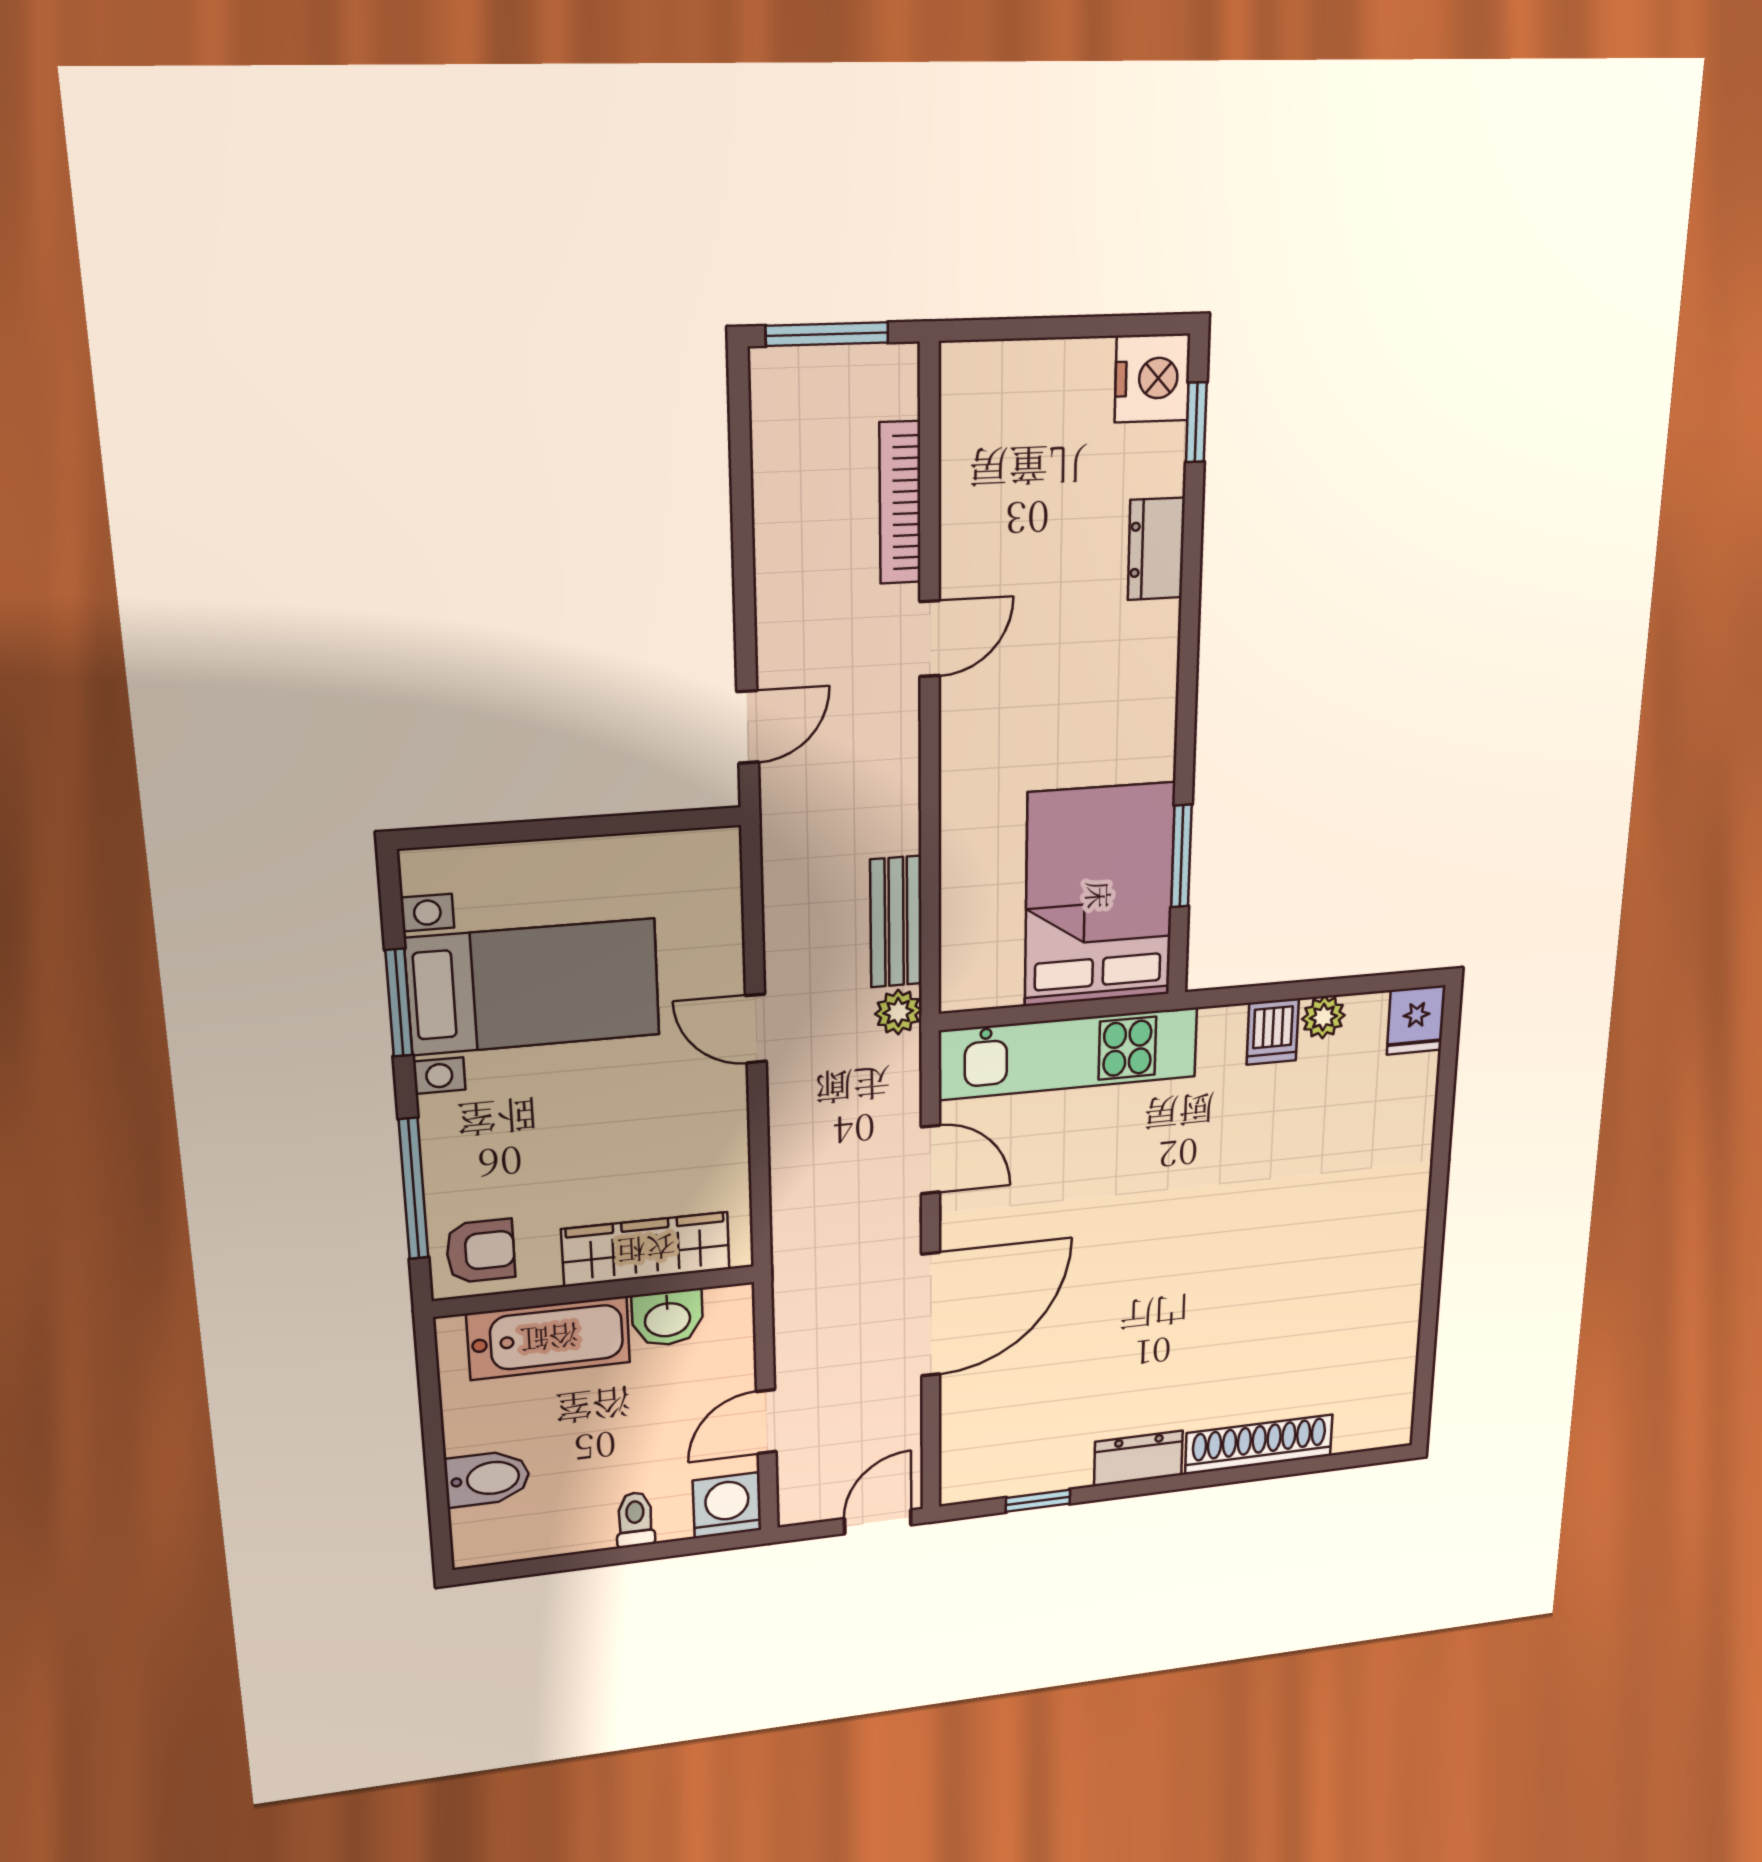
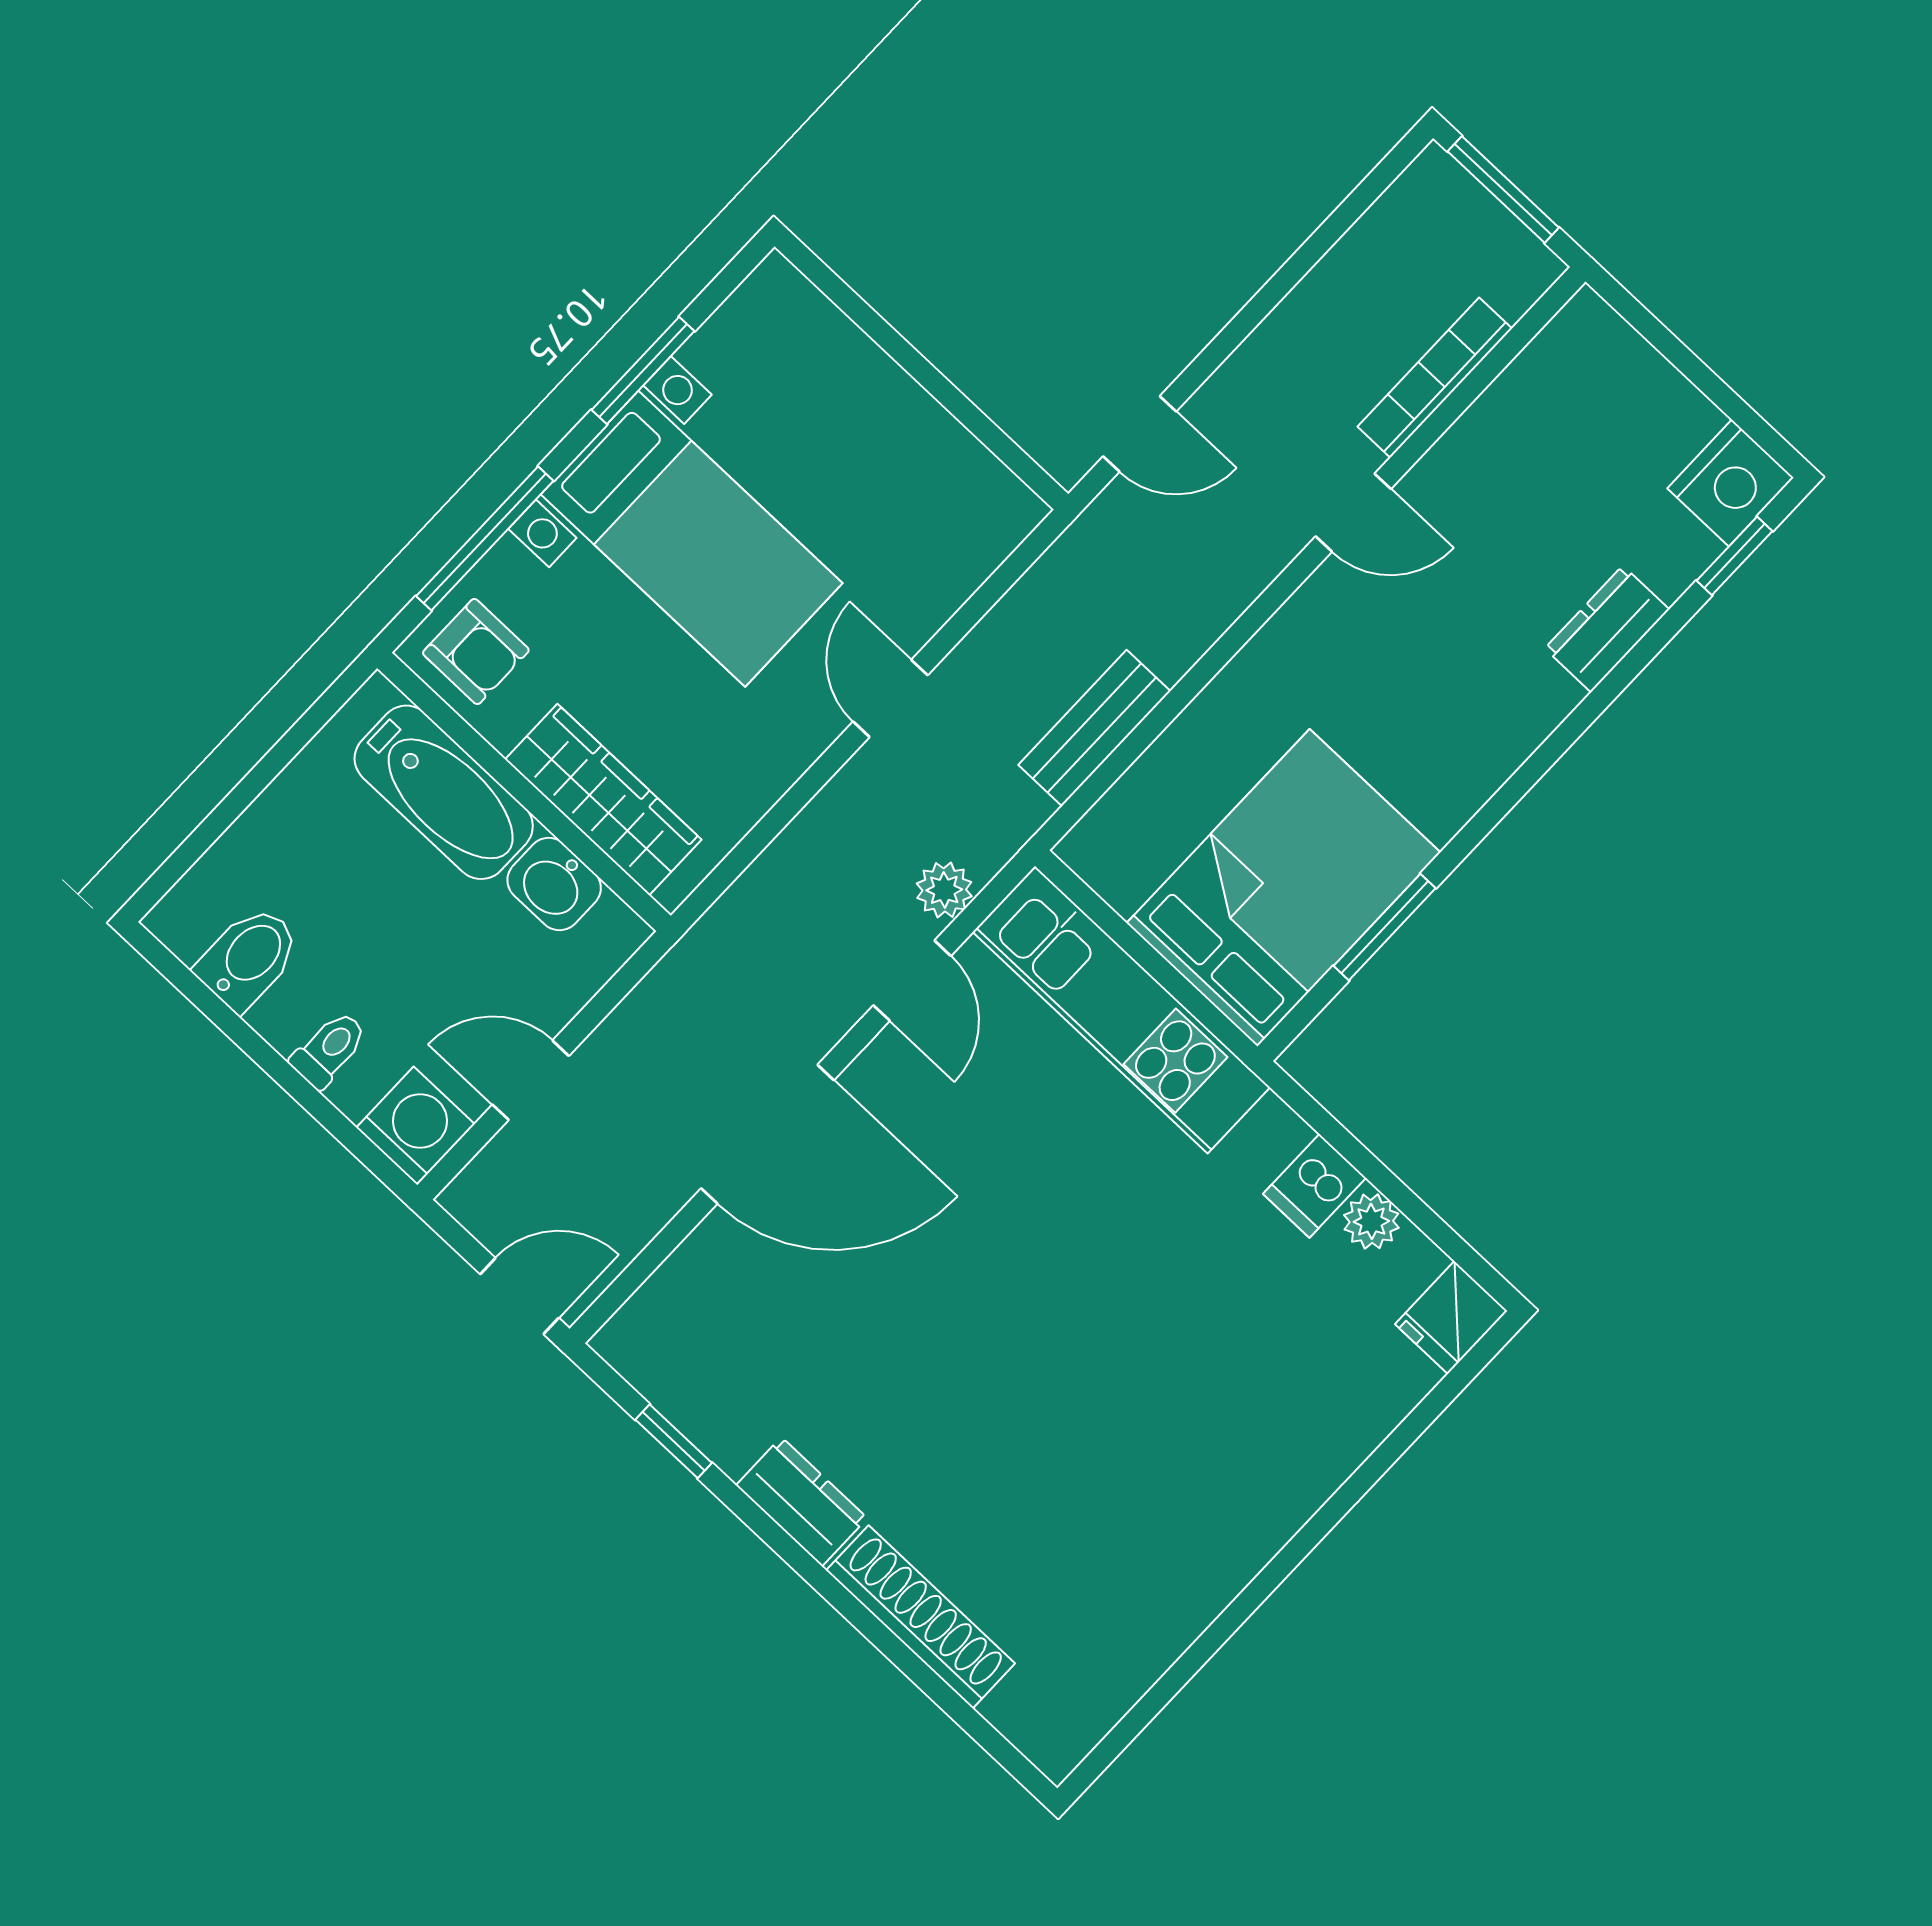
bed with nightstands: (534, 987) -> (692, 539), moved
plant: (898, 1012) -> (944, 890), moved
bidet: (487, 1479) -> (249, 958), moved, turned -90

